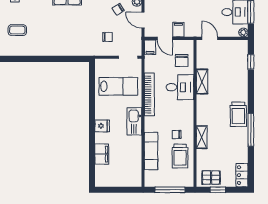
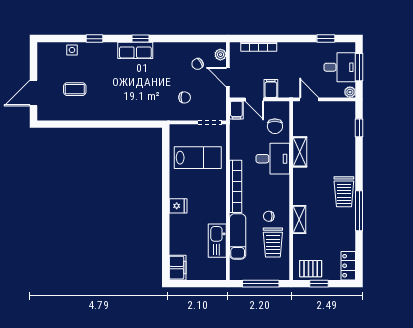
bookcase: (149, 94) -> (236, 186), moved
kitchen sink: (134, 121) -> (217, 241), moved
filing cabinet: (102, 154) -> (178, 268), moved

